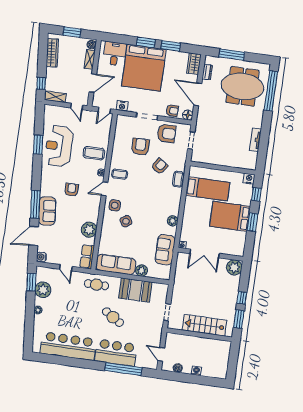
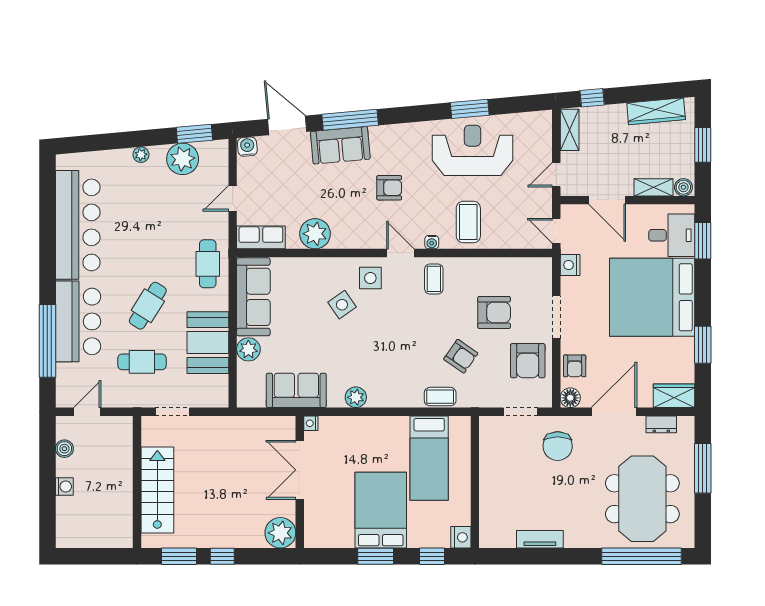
window: (146, 42) -> (703, 241), moved
chair: (211, 125) -> (558, 446), added
cafe table: (140, 324) -> (142, 362), added

